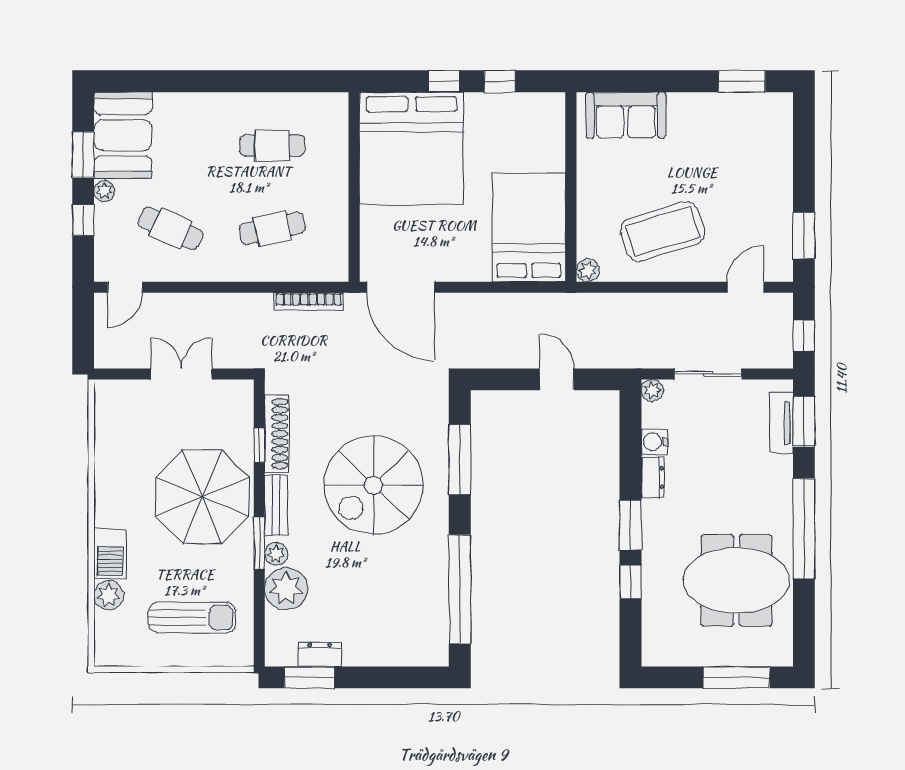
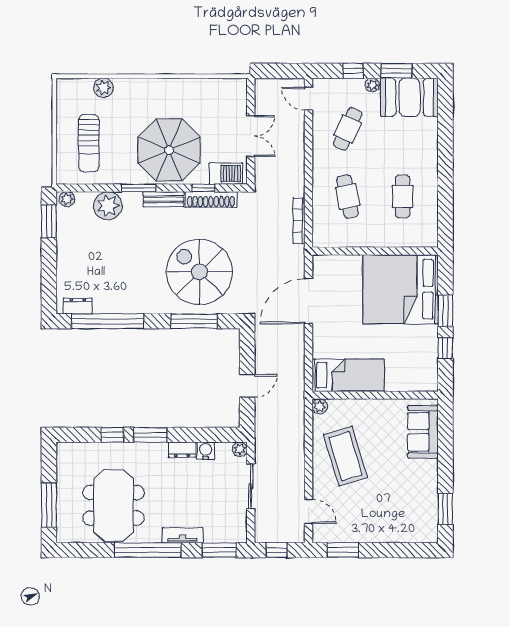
window: (444, 81) -> (445, 311), width x1.50
bed: (529, 228) -> (348, 375), width x0.67
door: (401, 287) -> (308, 301), moved
tv unit: (781, 423) -> (183, 535), moved
spiral stairs: (374, 485) -> (199, 272), moved
barbecue: (110, 554) -> (226, 173), moved, turned 180
plant: (276, 554) -> (67, 199), moved
dresser: (320, 654) -> (78, 306), moved, turned -90

